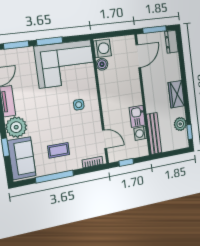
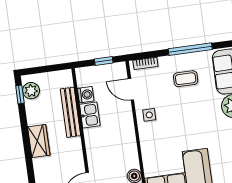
side table: (79, 105) -> (149, 115), moved
plant: (180, 124) -> (31, 91), moved
bench: (154, 134) -> (70, 112), moved

